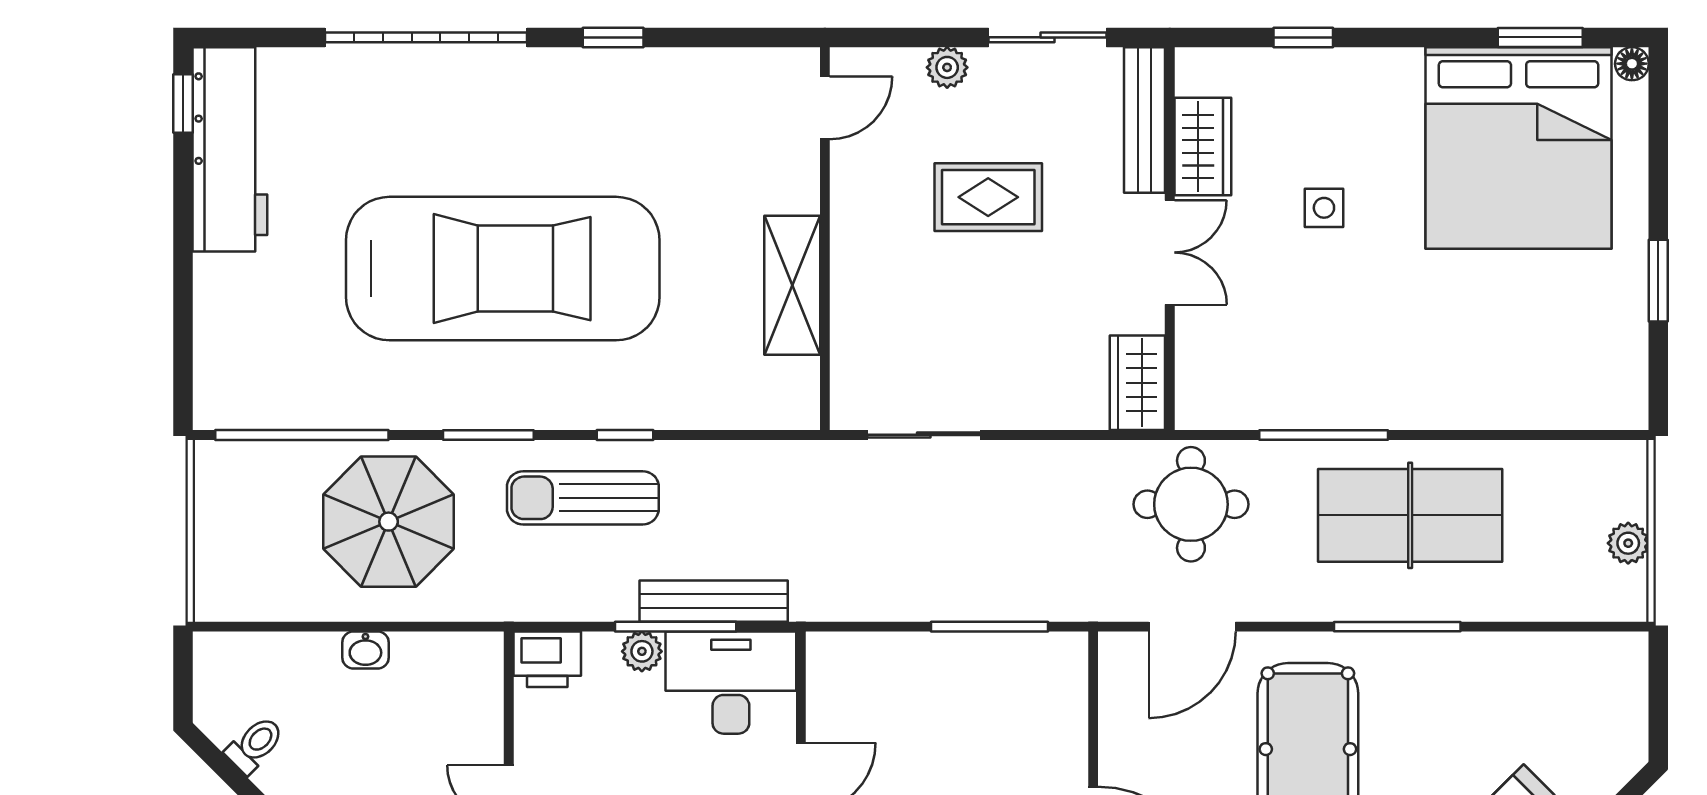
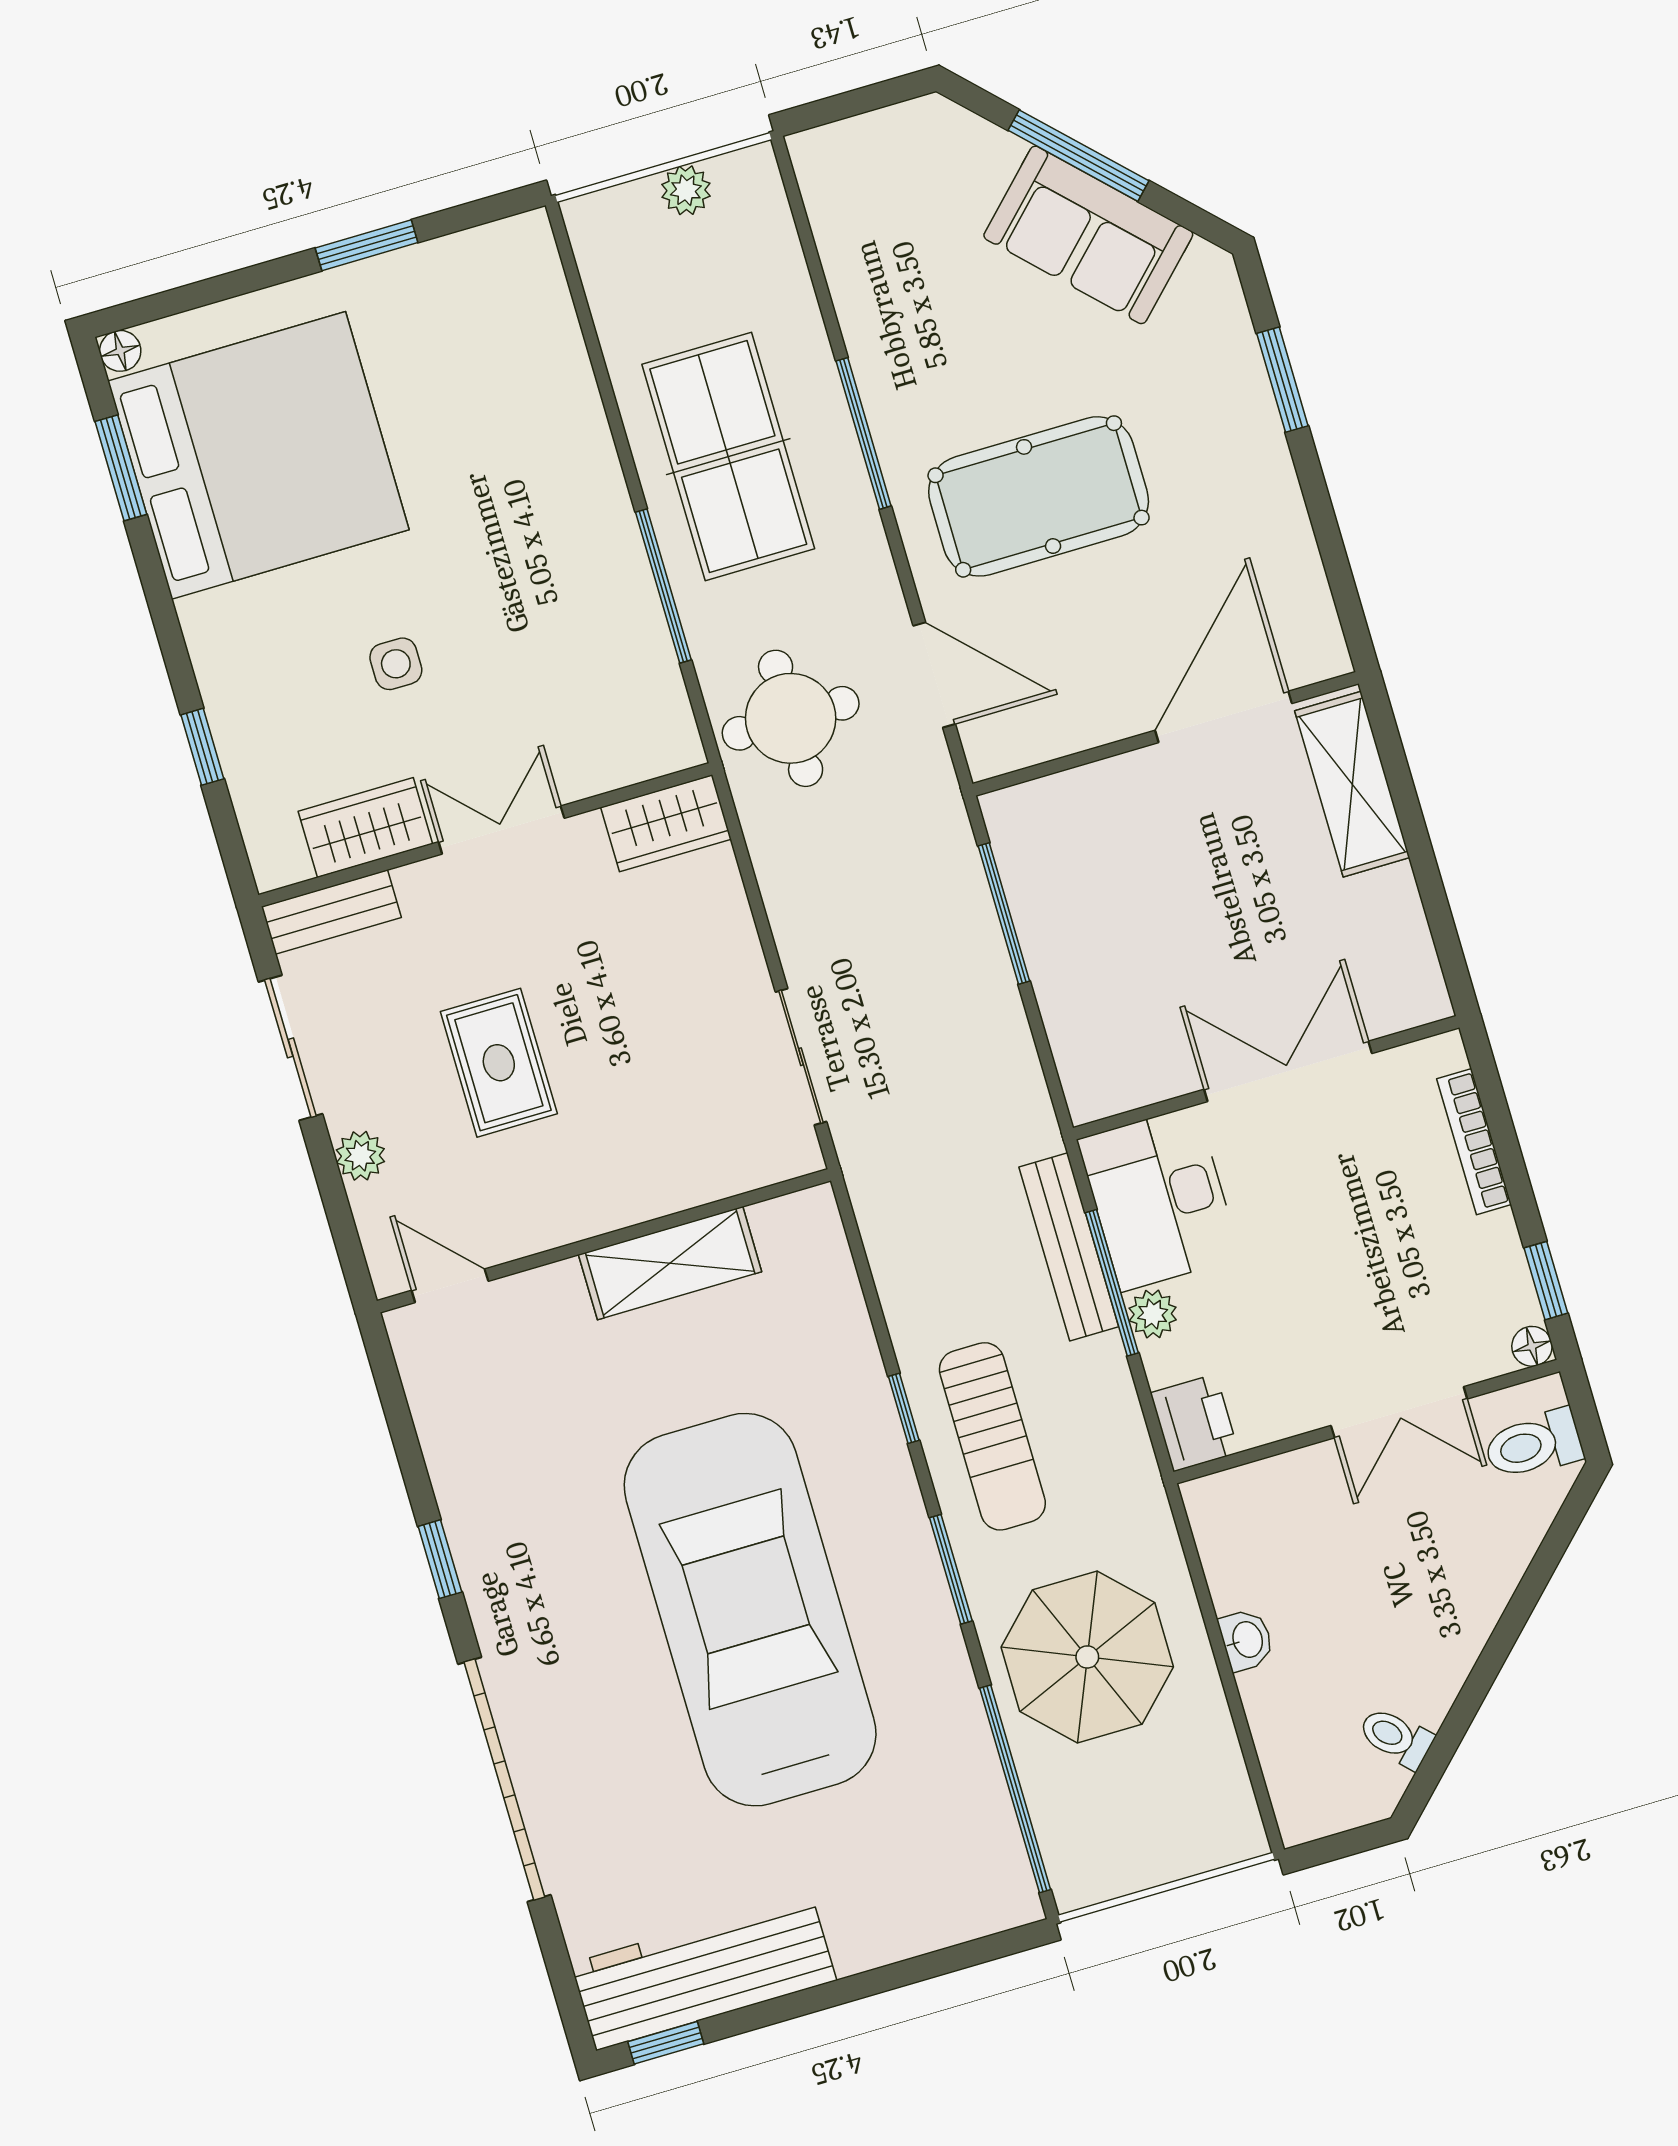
bench: (1144, 120) -> (331, 912), width x0.73

